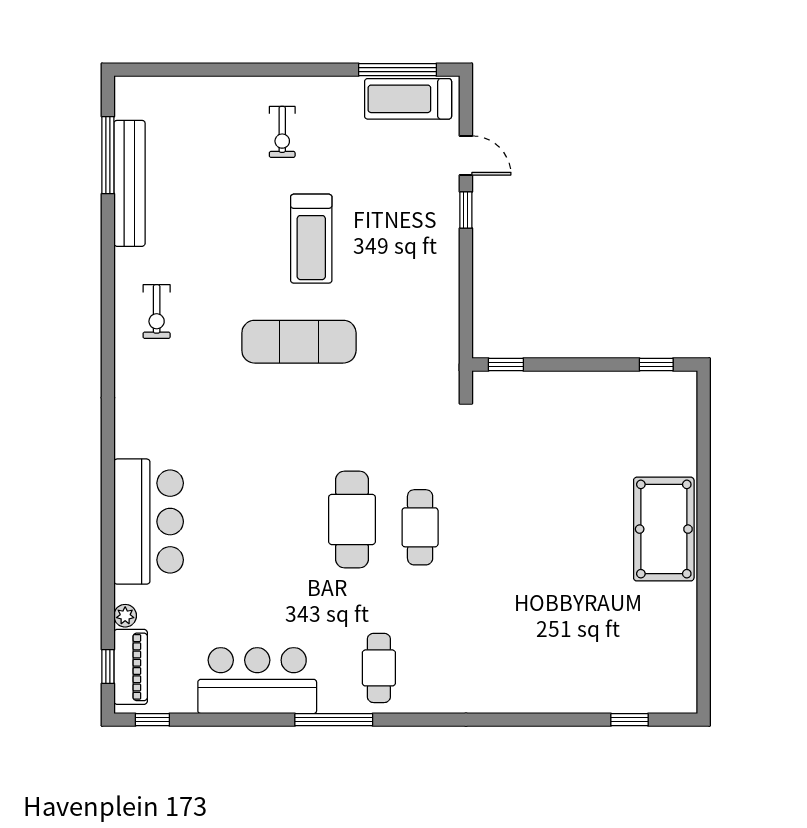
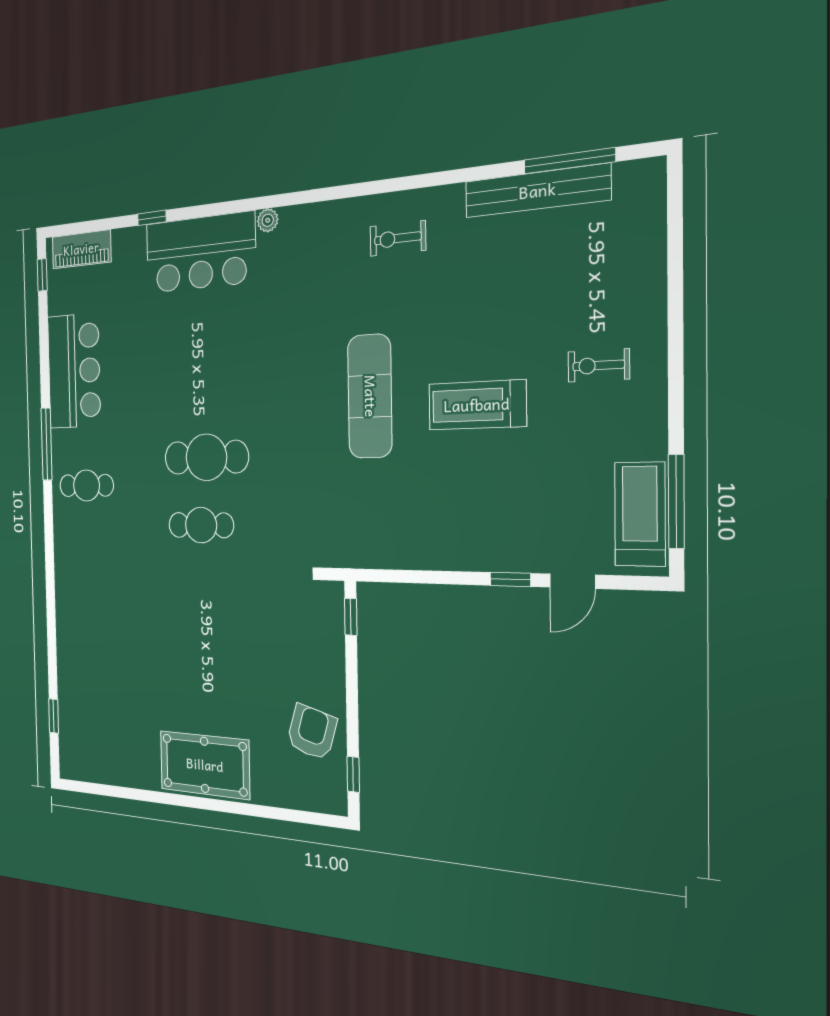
armchair: (620, 408) -> (312, 732), added
plant: (125, 616) -> (268, 220), moved
window: (108, 666) -> (152, 218), moved

